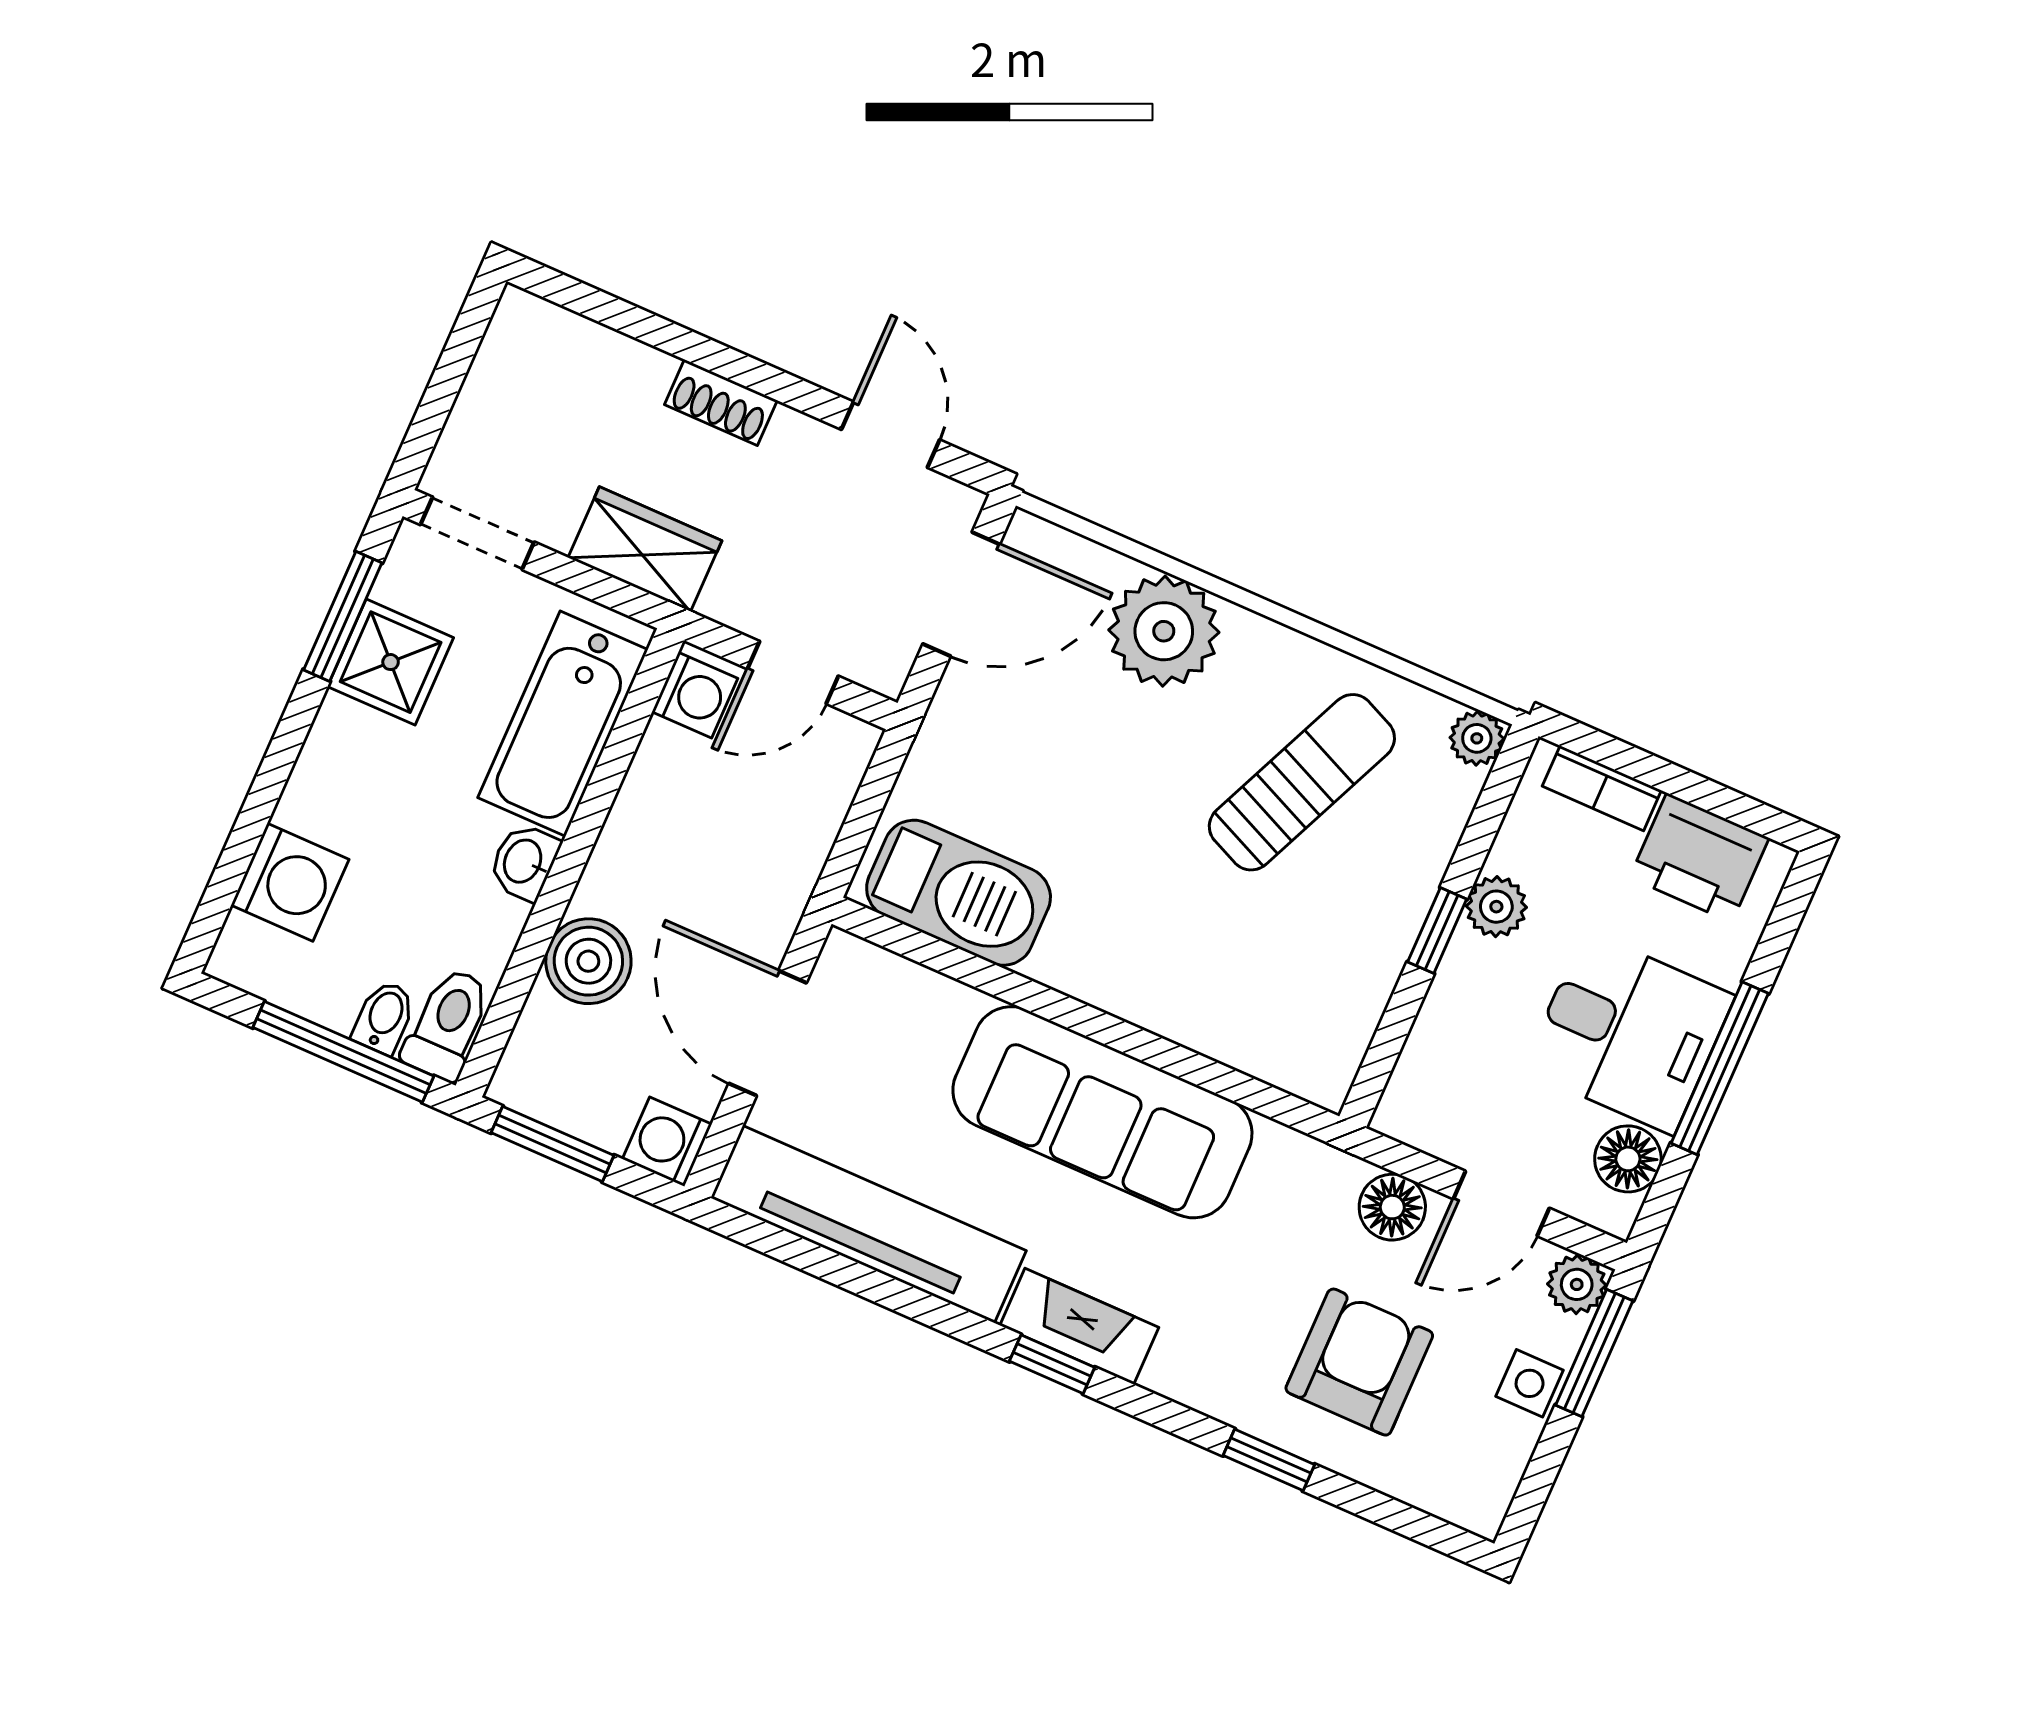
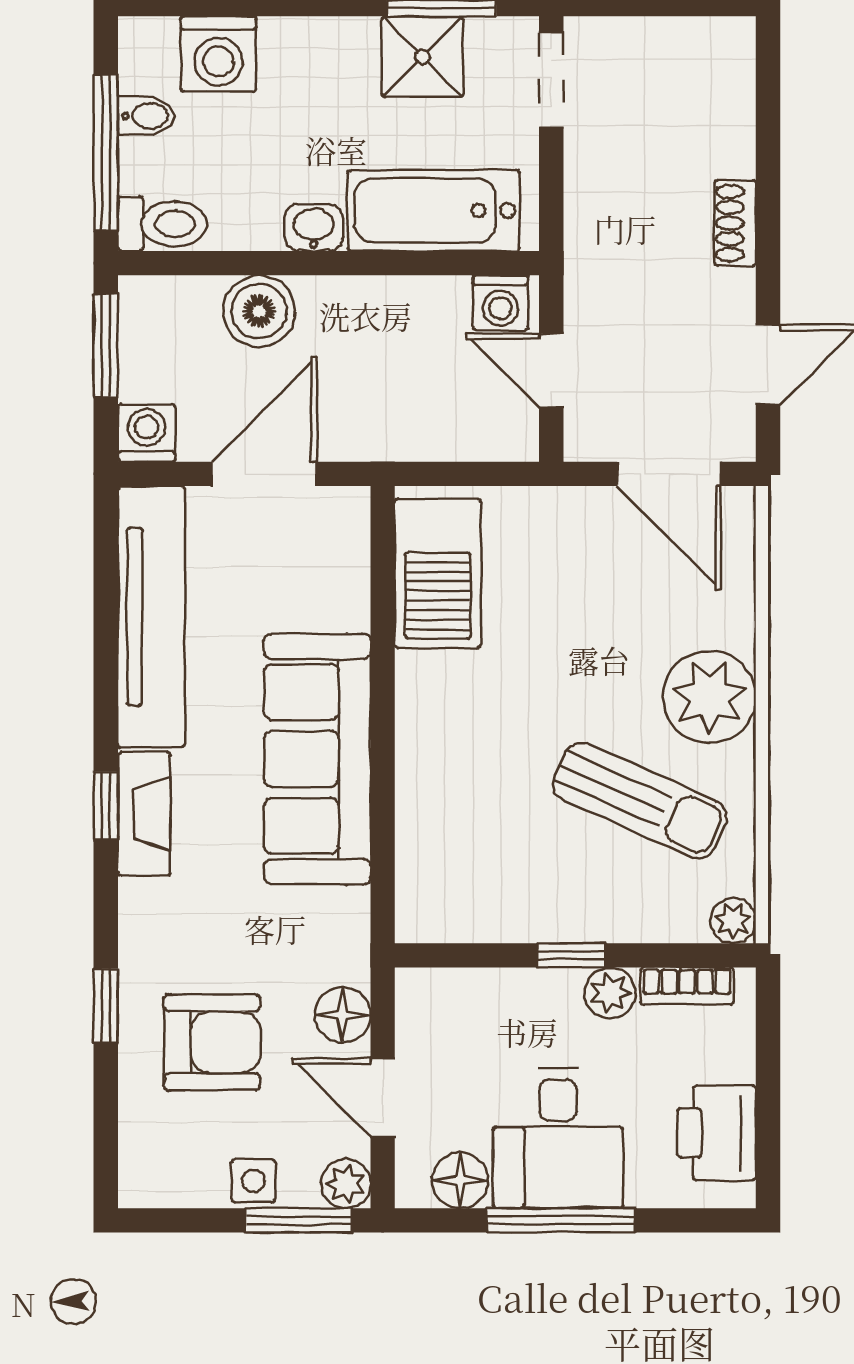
wardrobe: (645, 549) -> (596, 214), removed
plant: (1164, 631) -> (709, 697), moved
bookcase: (1602, 788) -> (687, 986), moved, turned -90
bidet: (384, 1017) -> (146, 116), moved

